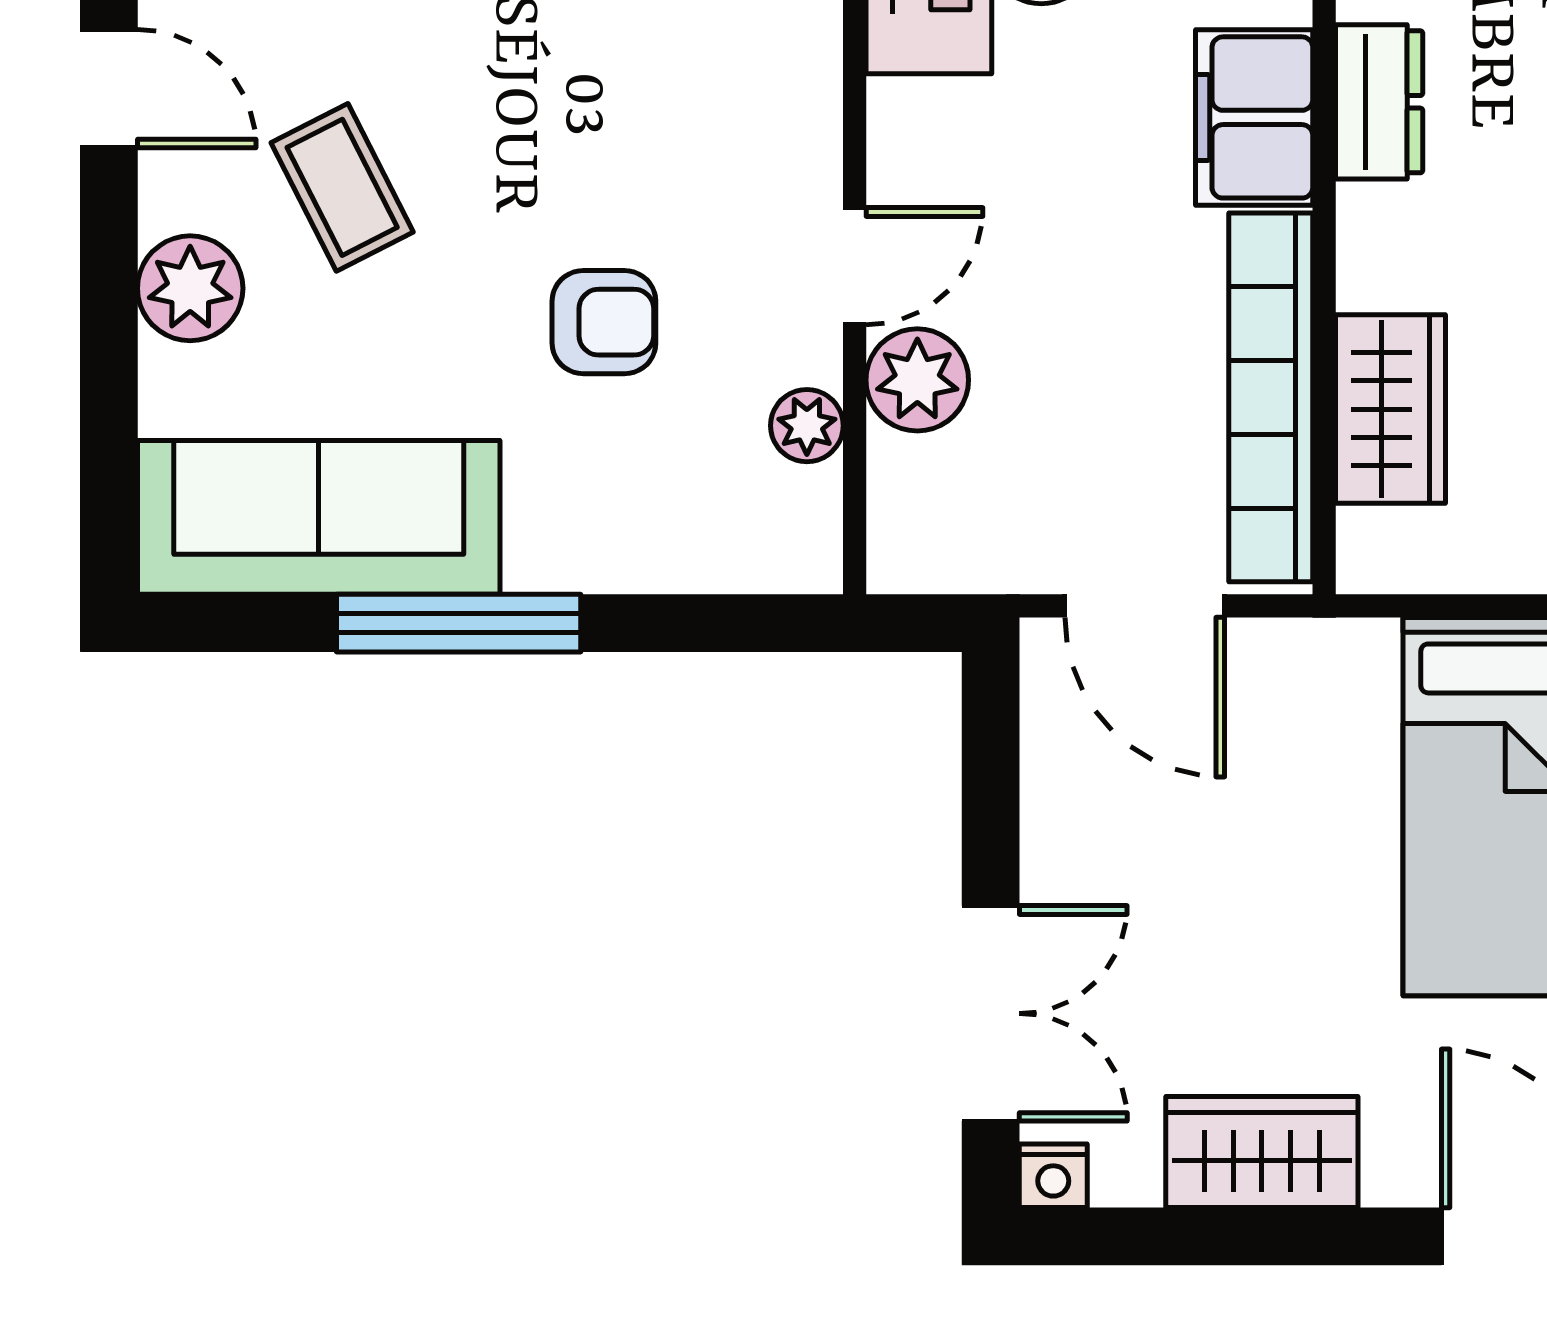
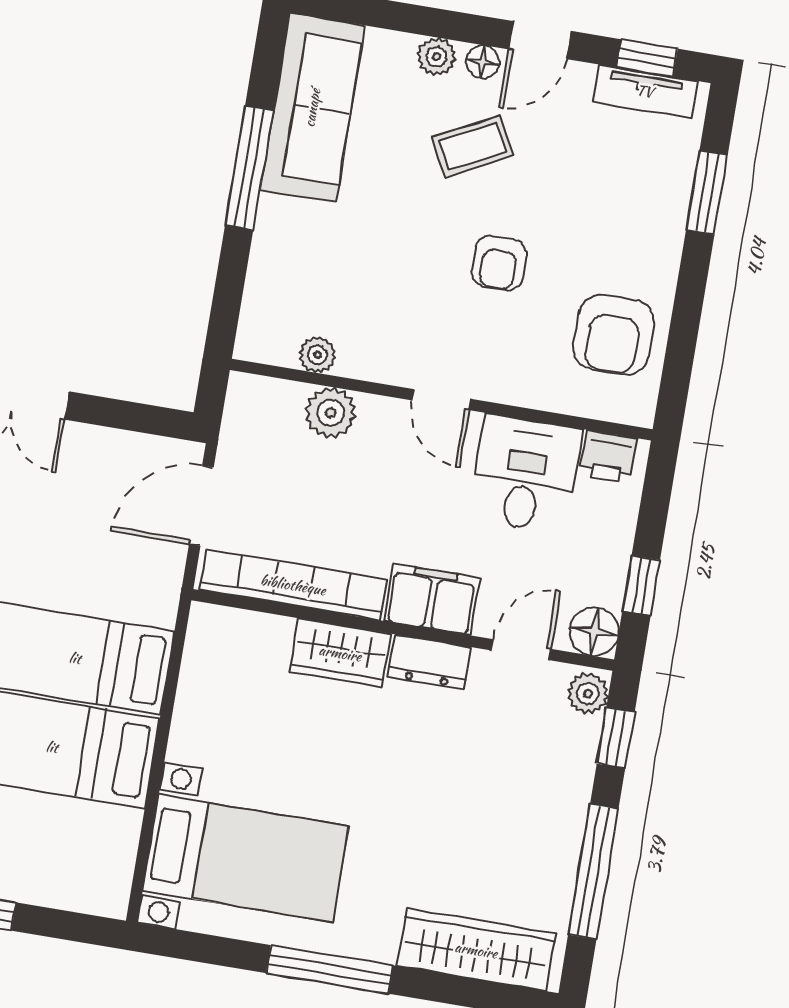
floor lamp: (171, 195) -> (483, 62), added
door: (855, 266) -> (442, 400), moved
plant: (190, 288) -> (436, 57), width x0.73, depth x0.73
armchair: (604, 322) -> (499, 263), moved
wardrobe: (1391, 409) -> (340, 653), moved

